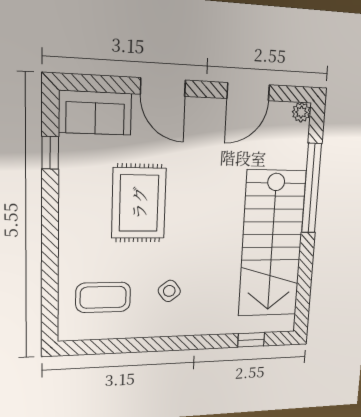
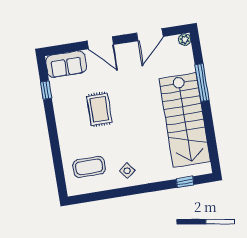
window: (311, 188) -> (202, 82), width x0.68
rug: (139, 203) -> (99, 109), width x0.73, depth x0.70
side table: (169, 291) -> (127, 171), moved

